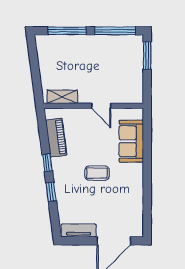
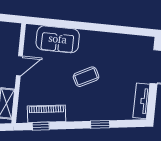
window: (47, 163) -> (41, 126), moved
coffee table: (97, 173) -> (86, 77), turned 63

